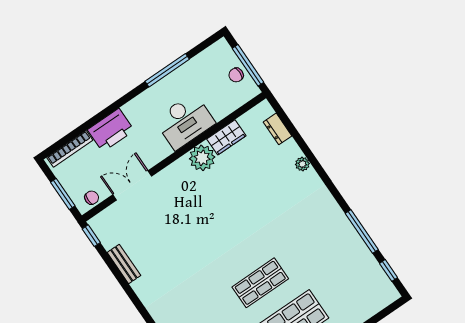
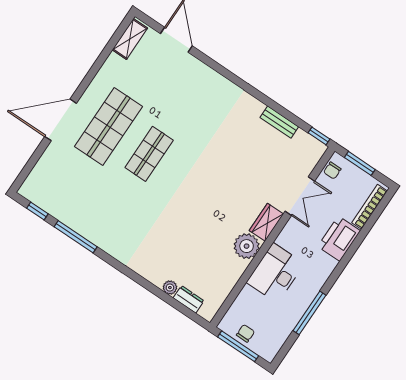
wardrobe: (226, 137) -> (266, 222), moved
plant: (302, 164) -> (170, 288), moved

